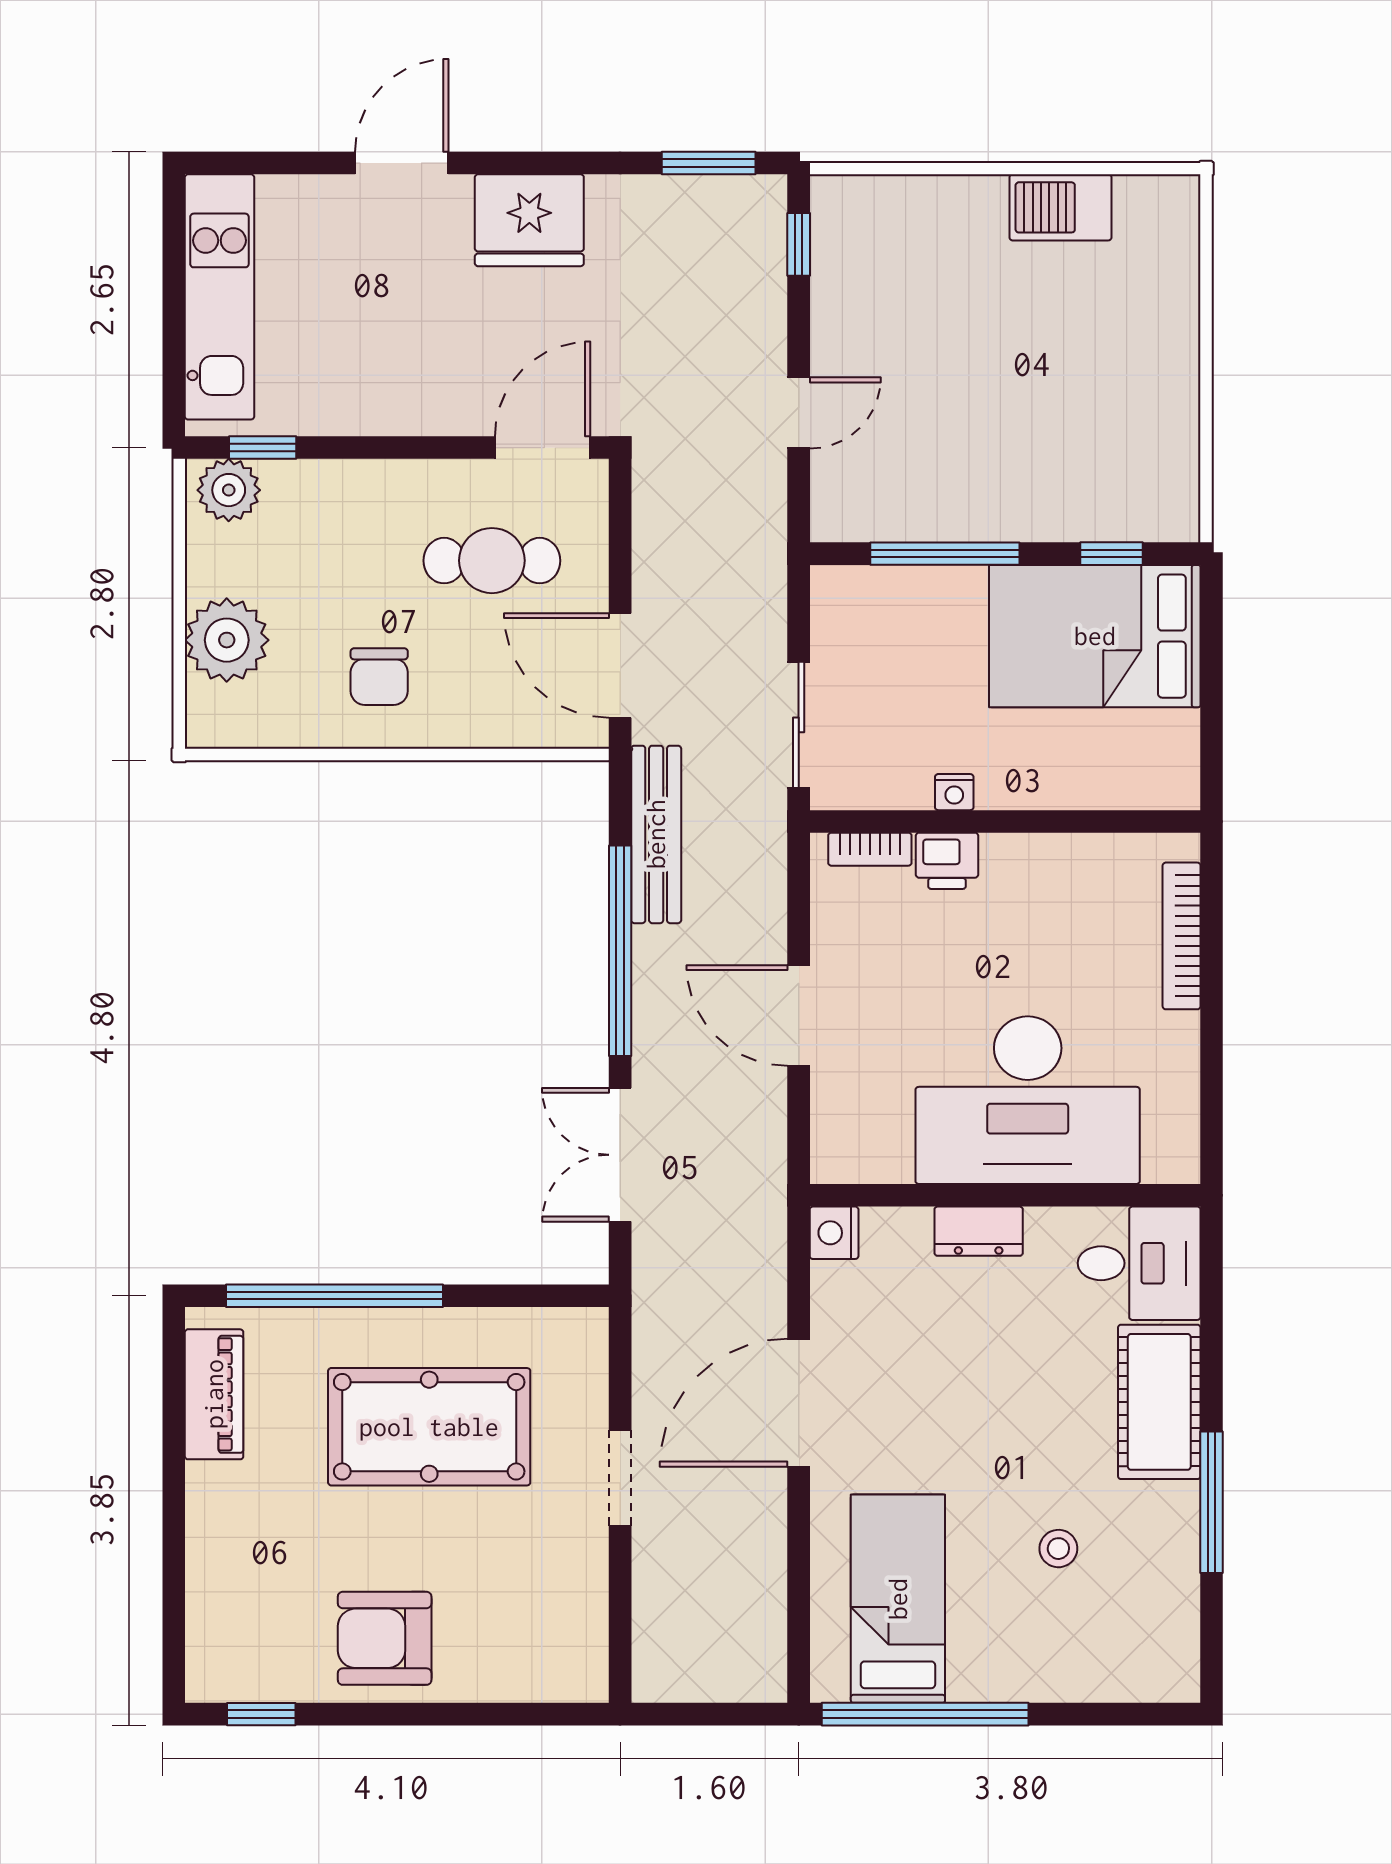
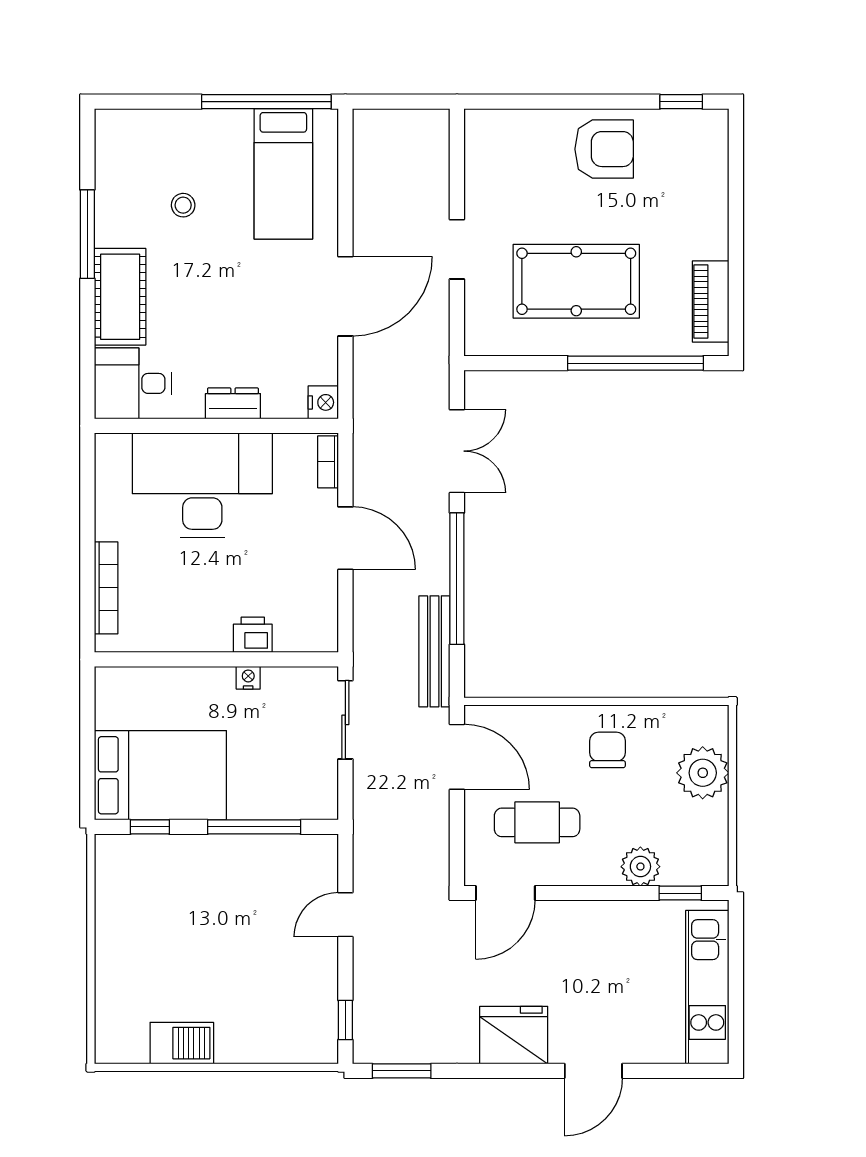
plant: (229, 490) -> (640, 867), moved
bookcase: (870, 849) -> (328, 462), moved, turned -90

